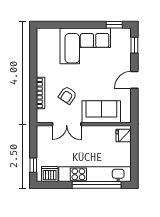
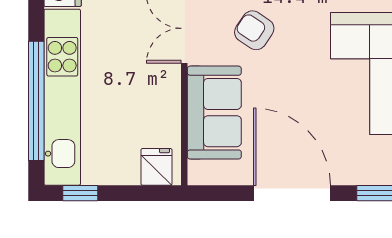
door: (134, 80) -> (292, 193), width x1.87
window: (134, 167) -> (80, 193), added

